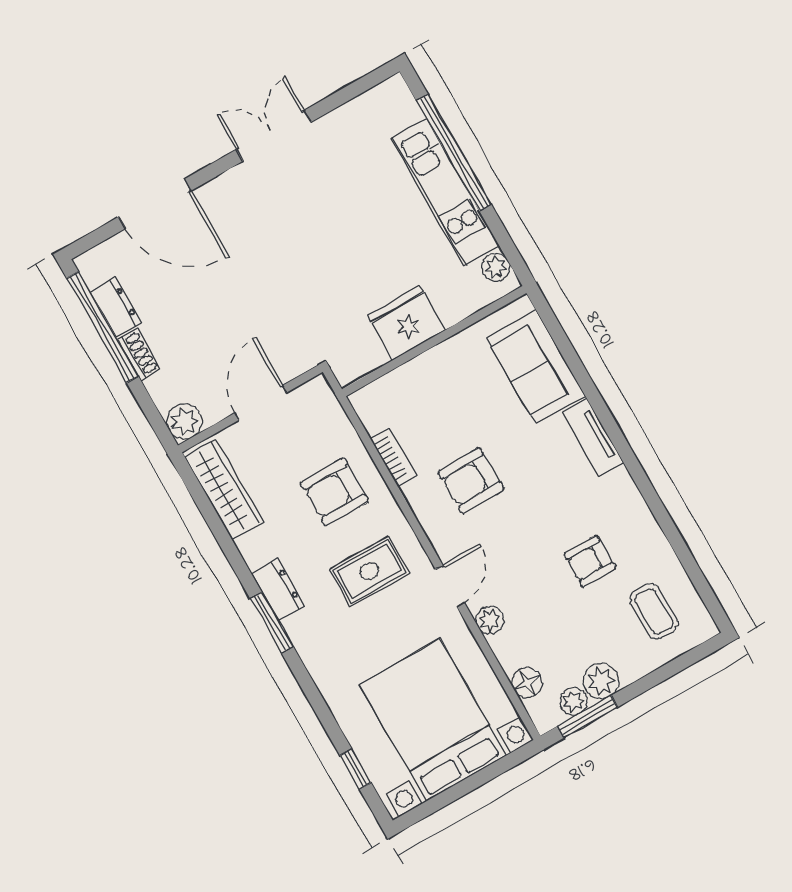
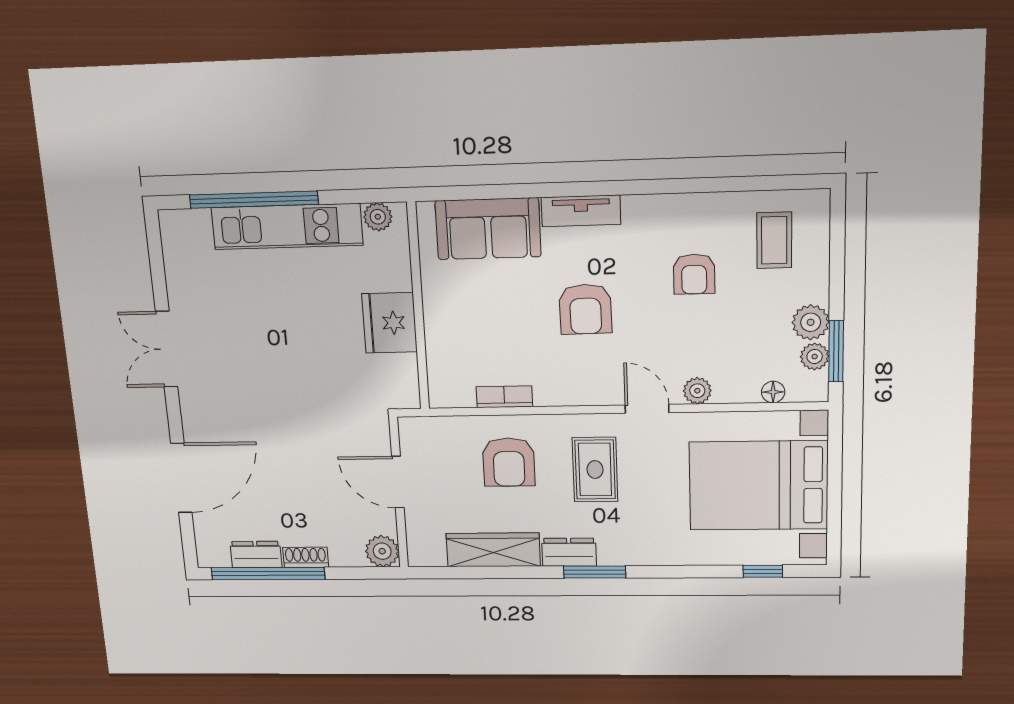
armchair: (471, 480) -> (585, 309), moved
wardrobe: (224, 489) -> (493, 550), moved
coffee table: (654, 611) -> (774, 240), turned 90
floor lamp: (527, 683) -> (773, 392), width x0.73, depth x0.73

